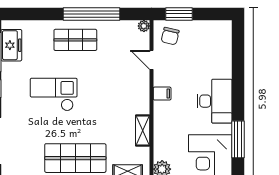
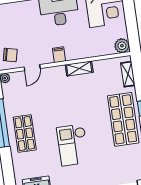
shelving: (143, 130) -> (79, 68), moved

